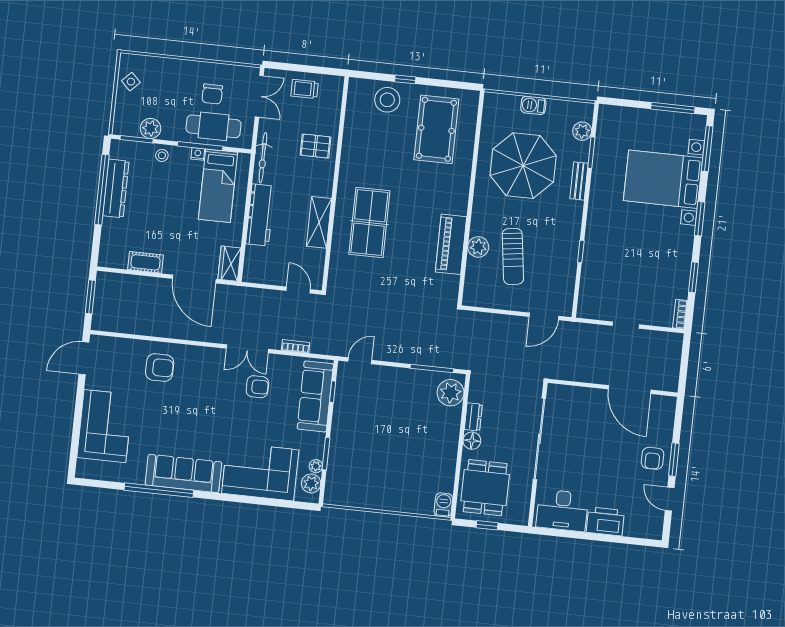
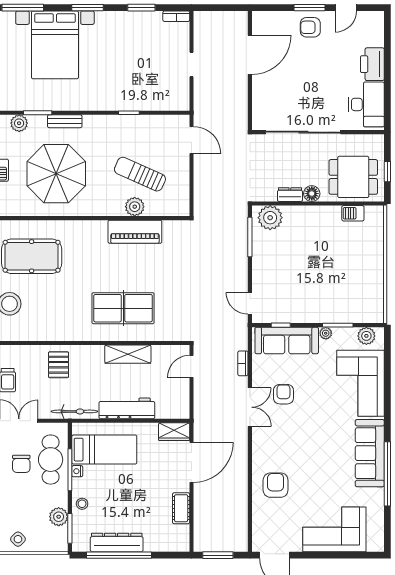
chair: (212, 94) -> (21, 464), turned 90
sun lounger: (513, 256) -> (140, 174), turned -148
armchair: (653, 458) -> (310, 27), turned 180
plant: (316, 466) -> (326, 333), moved
barbecue: (443, 505) -> (353, 213), moved

